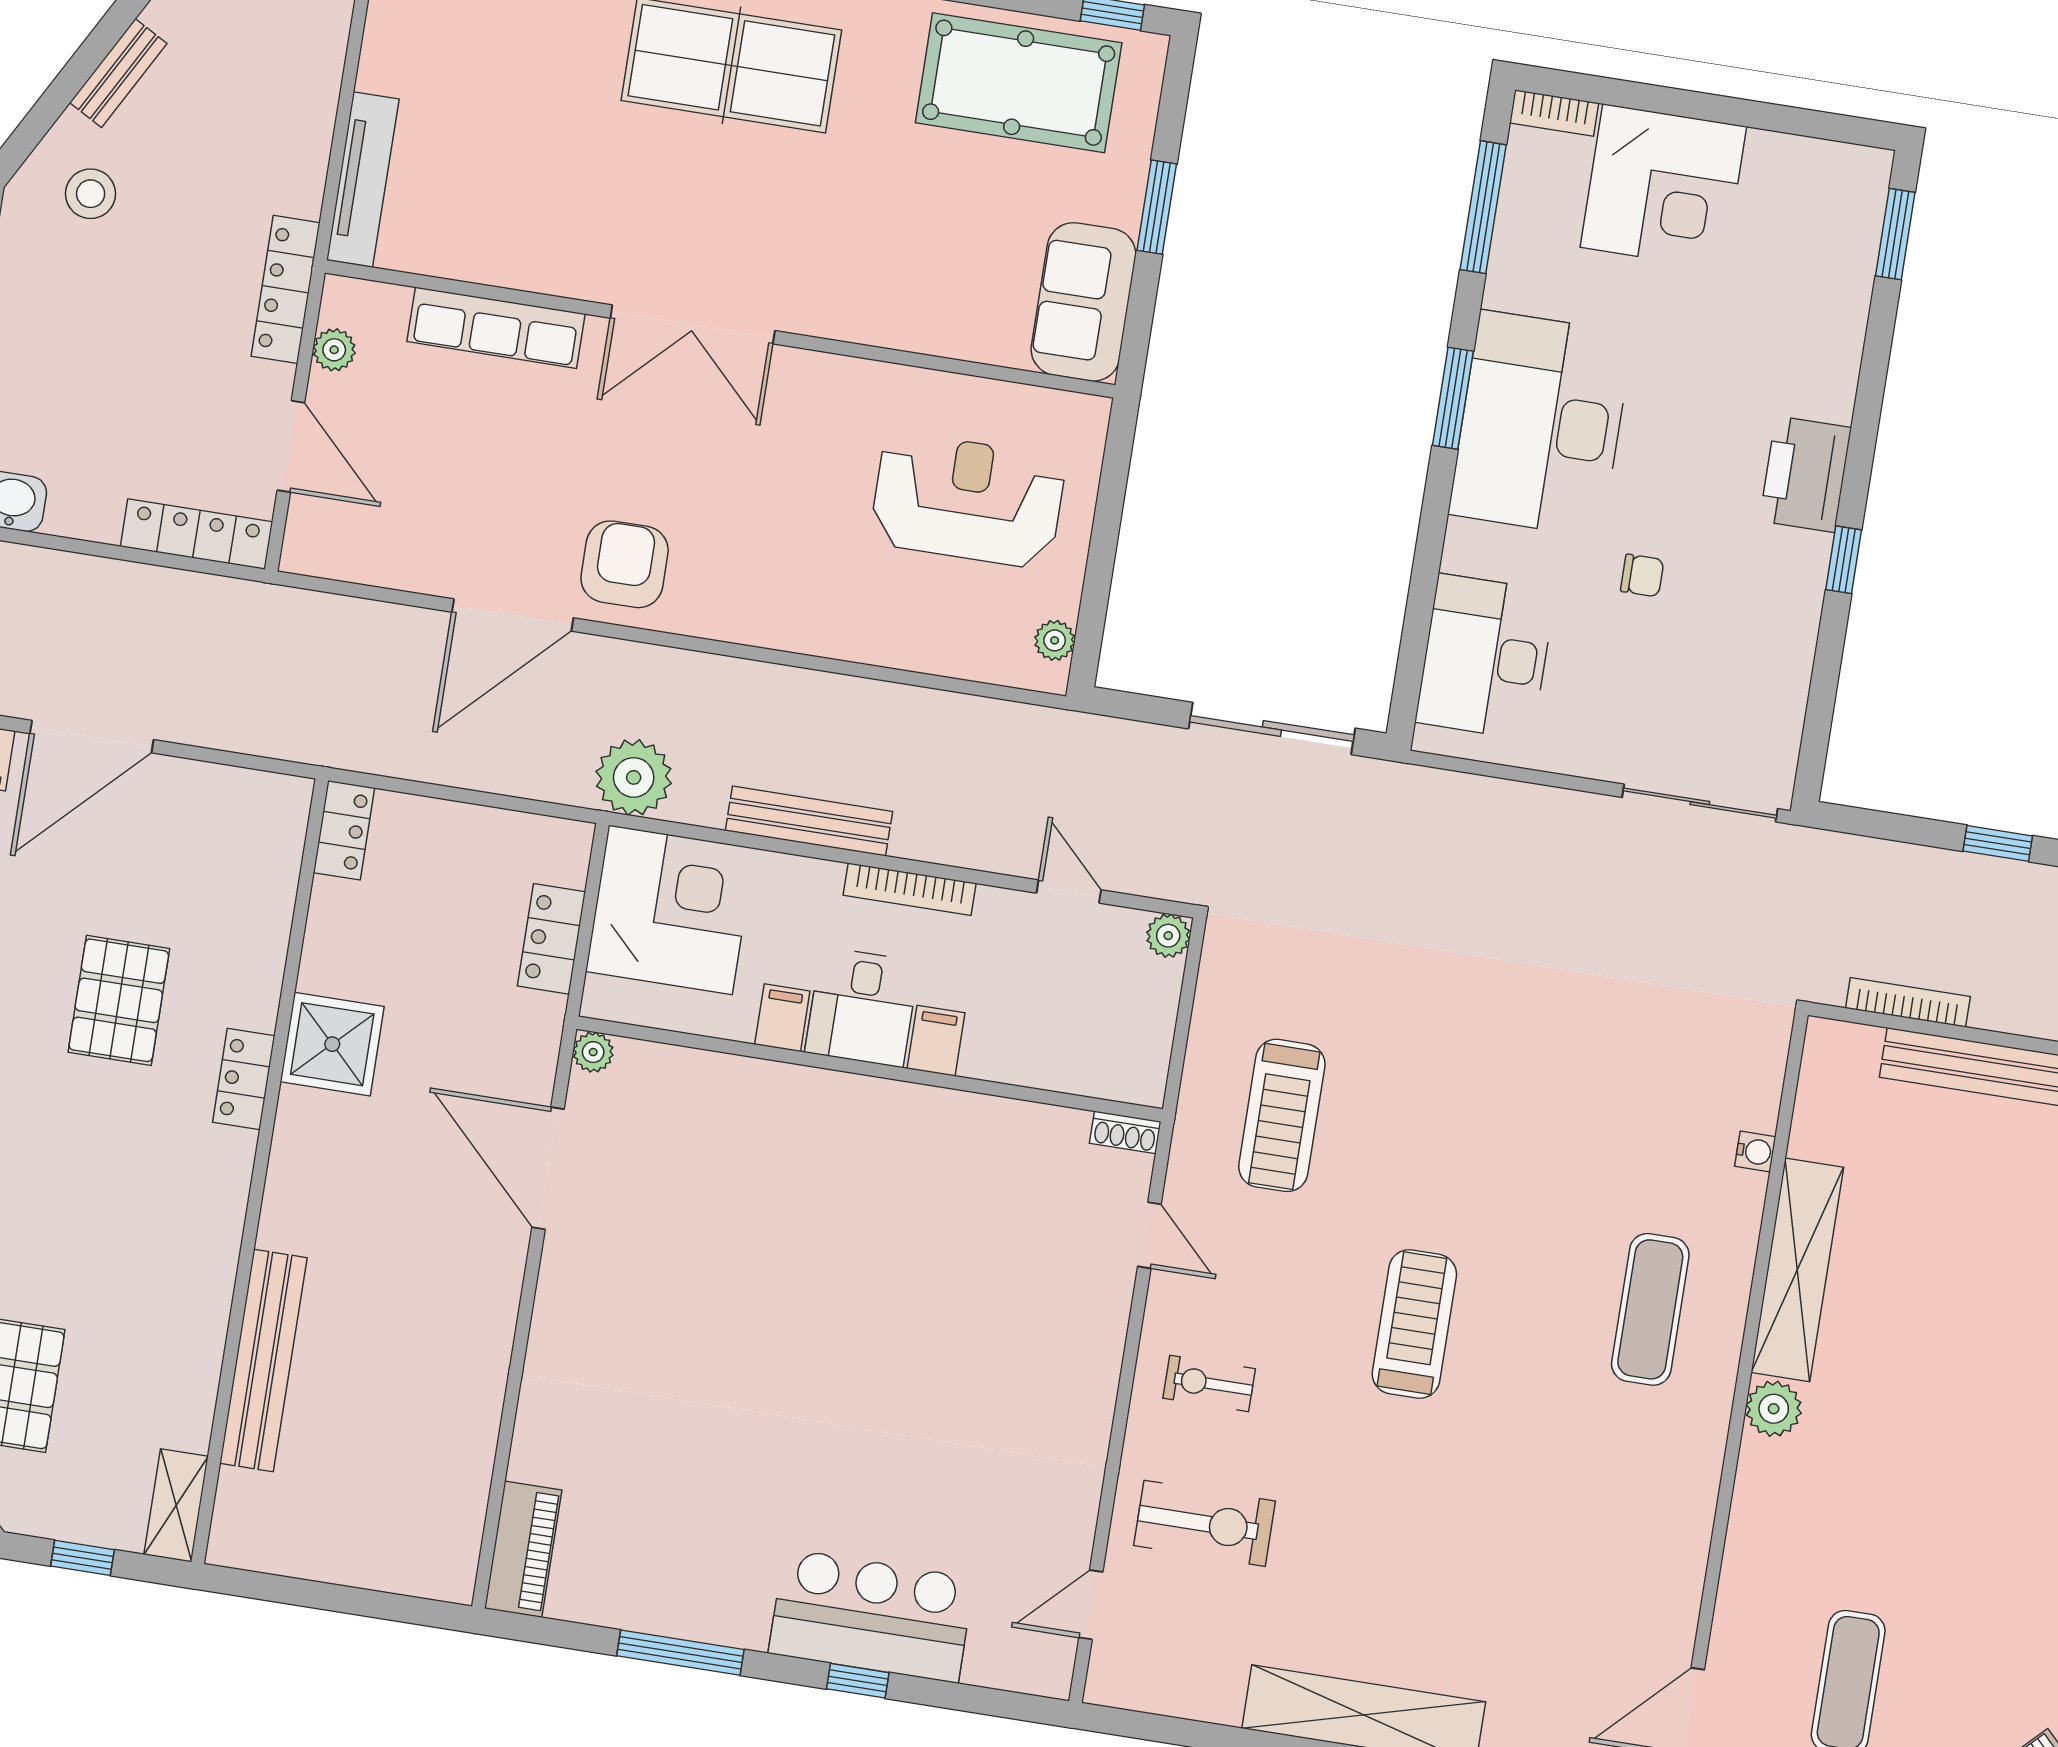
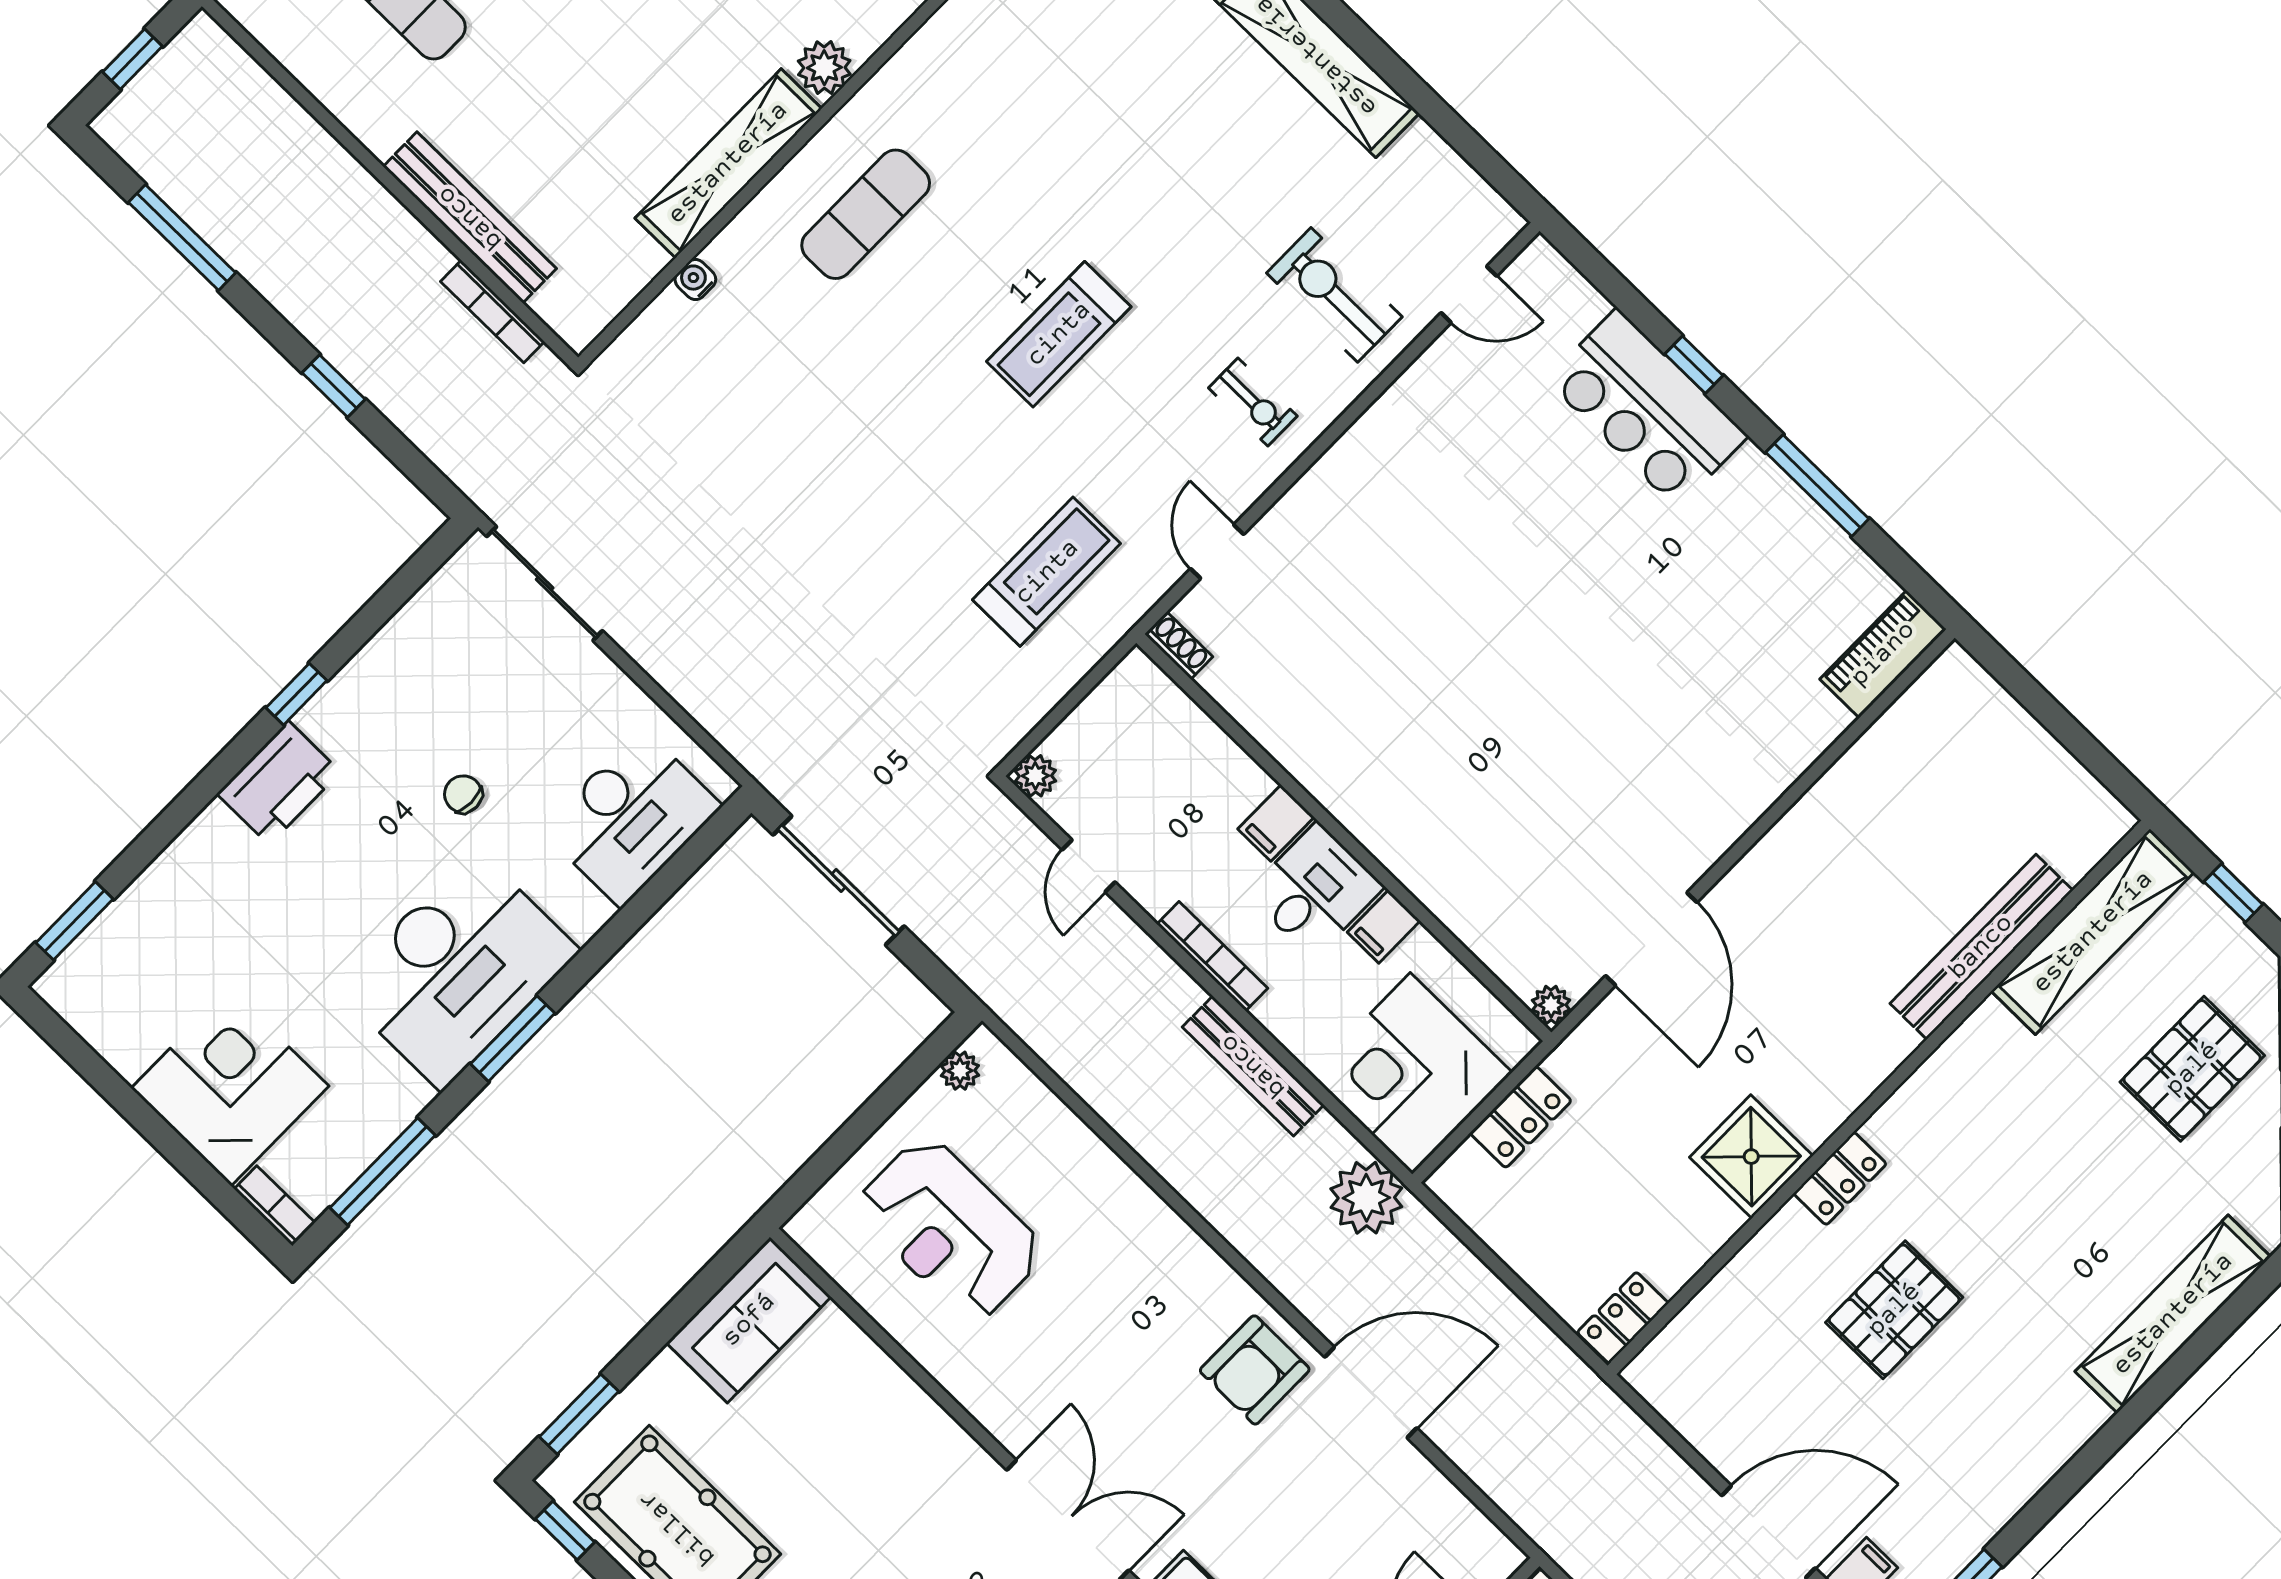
window: (1157, 207) -> (579, 1414), moved
shelving: (176, 1505) -> (2093, 932), width x2.20, depth x1.33

